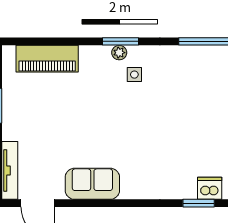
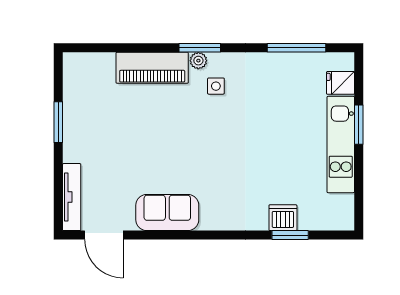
piano: (47, 59) -> (152, 68), moved
dishwasher: (210, 188) -> (283, 218), moved

